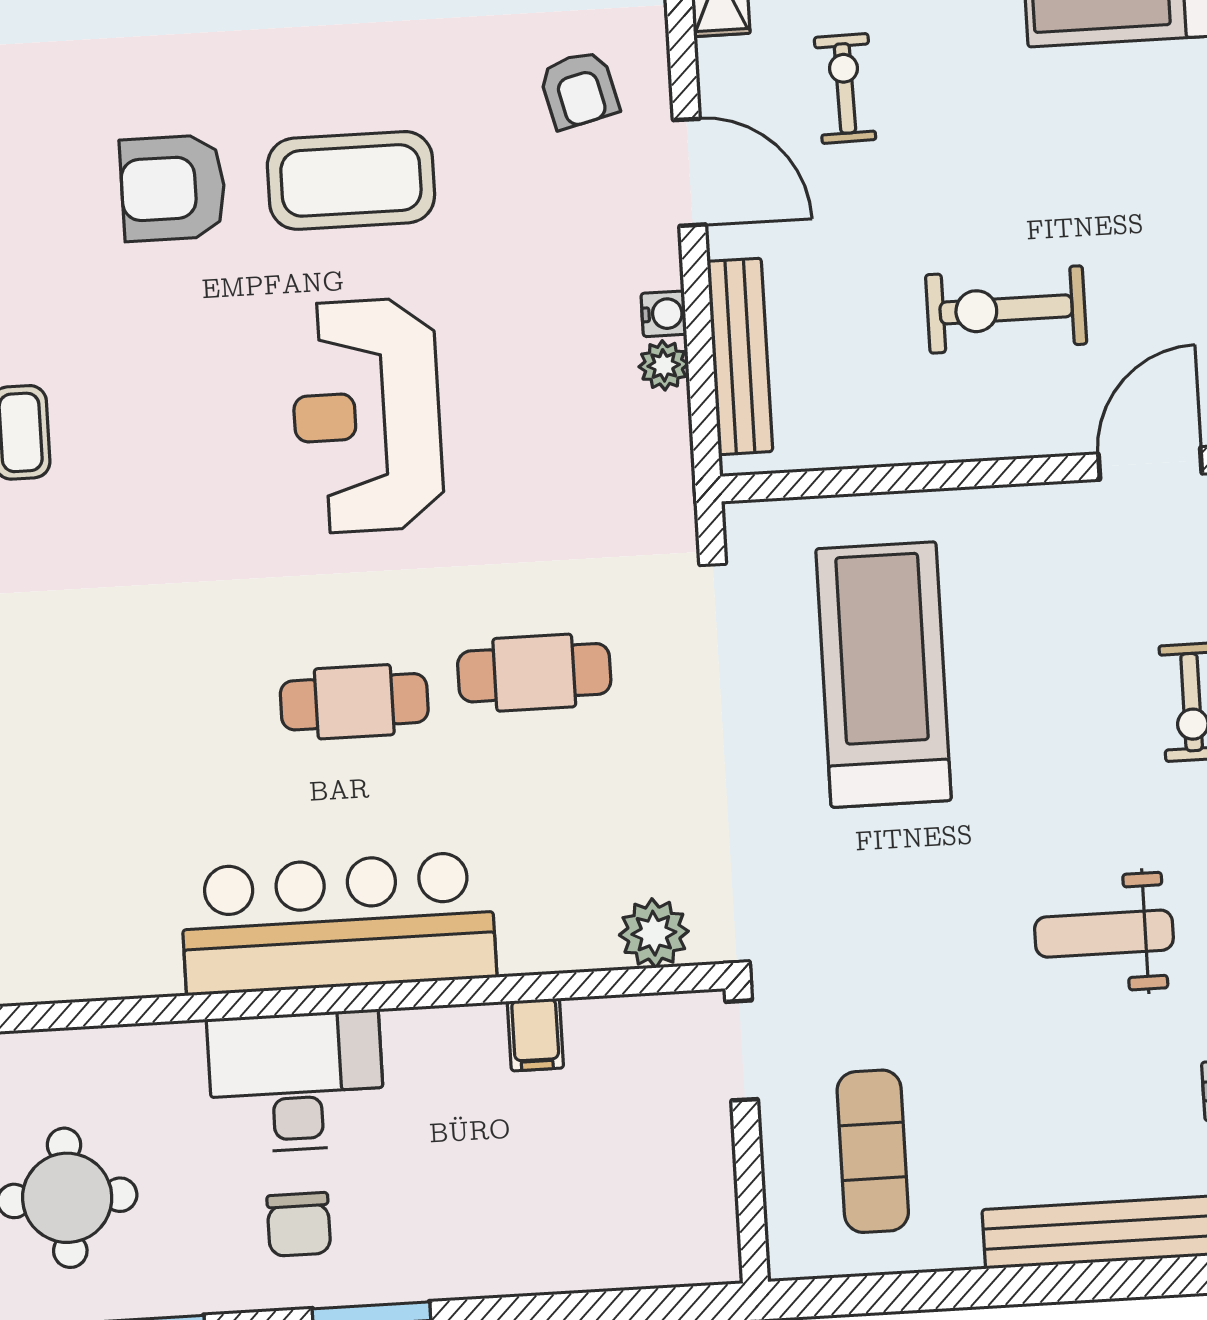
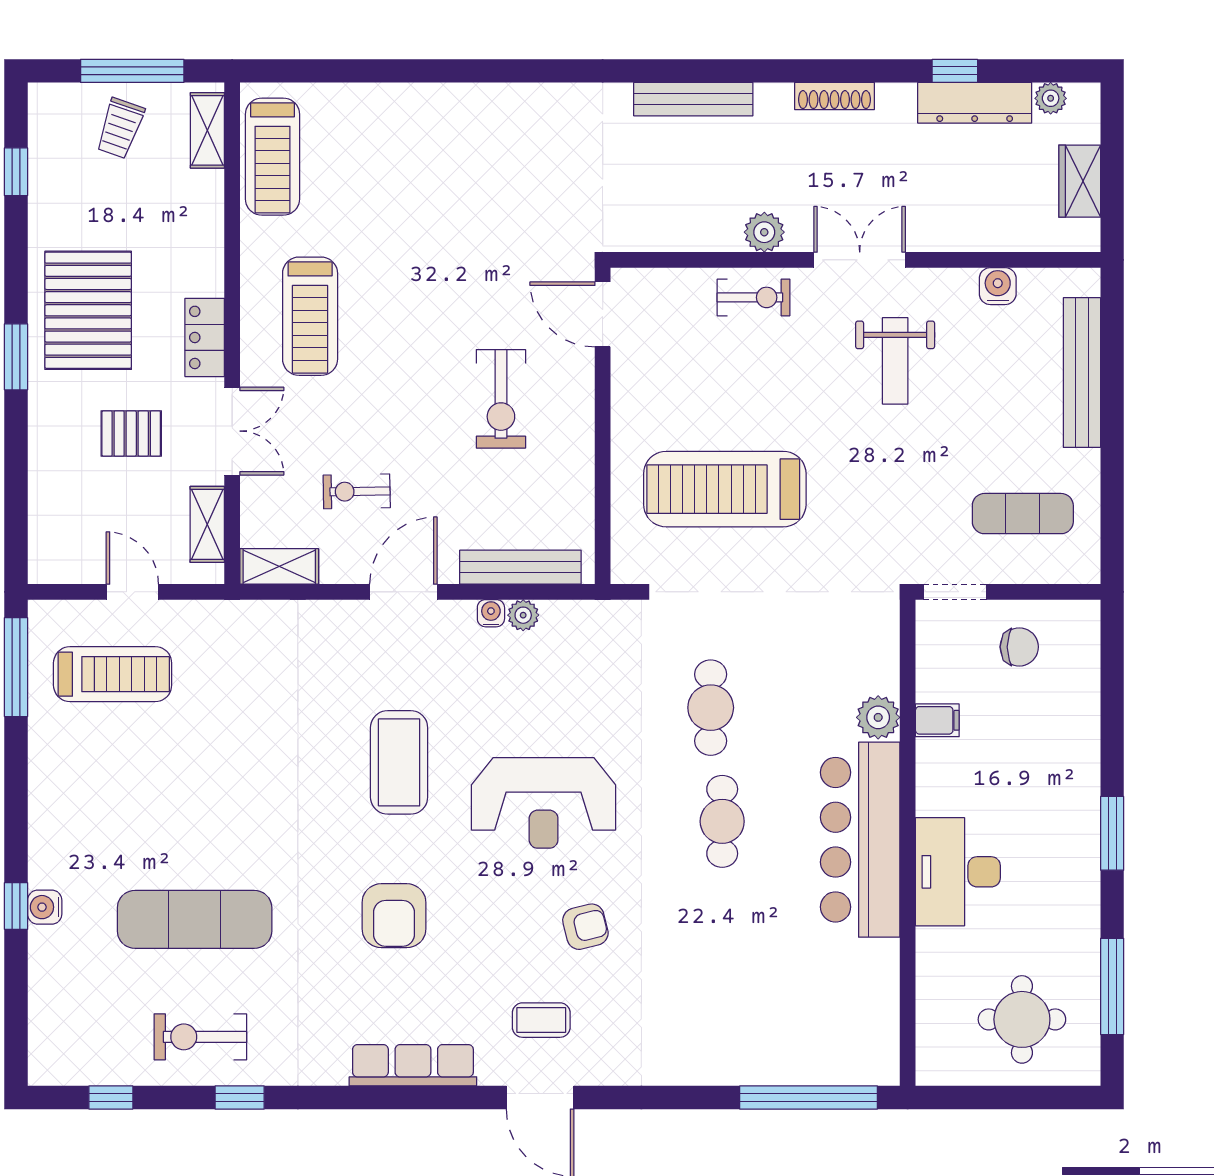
armchair: (579, 90) -> (585, 927), moved
coffee table: (351, 180) -> (399, 762), moved
plant: (654, 933) -> (878, 717), moved
chair: (299, 1224) -> (1019, 647), moved

